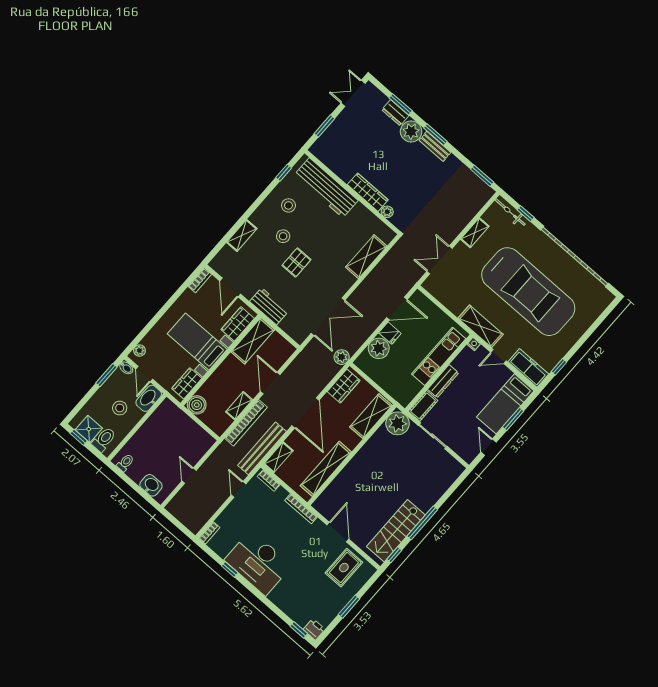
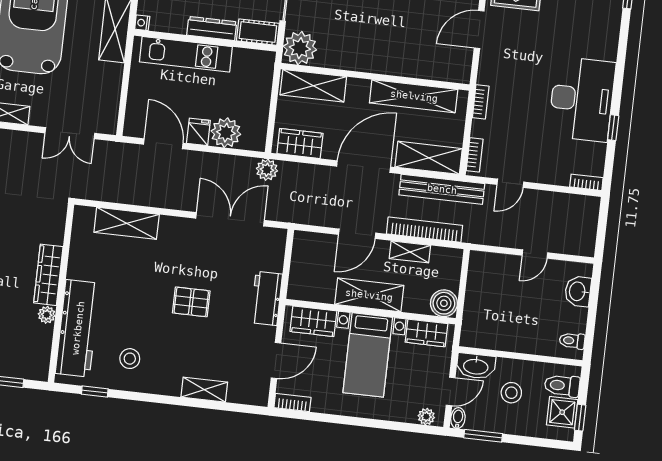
plant: (387, 212) -> (47, 315), moved
stool: (283, 236) -> (171, 340), removed
shelving: (253, 341) -> (369, 295), moved
shelving: (278, 457) -> (429, 158), width x1.50, depth x1.33
bookcase: (301, 509) -> (481, 102), width x0.64

